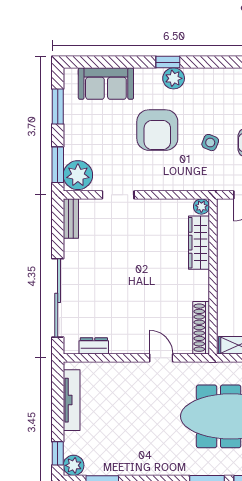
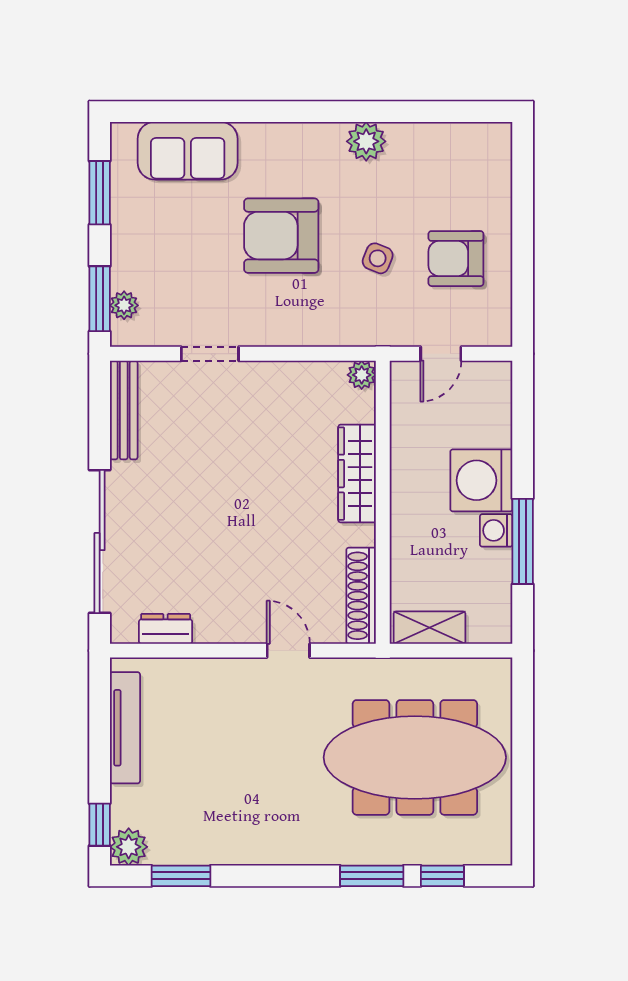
window: (168, 62) -> (301, 112), removed
plant: (174, 78) -> (366, 141), moved
armchair: (157, 130) -> (281, 236), turned 90
plant: (78, 175) -> (124, 305), width x0.53, depth x0.53
bench: (71, 219) -> (124, 410), width x1.36
wardrobe: (199, 243) -> (357, 474), moved

